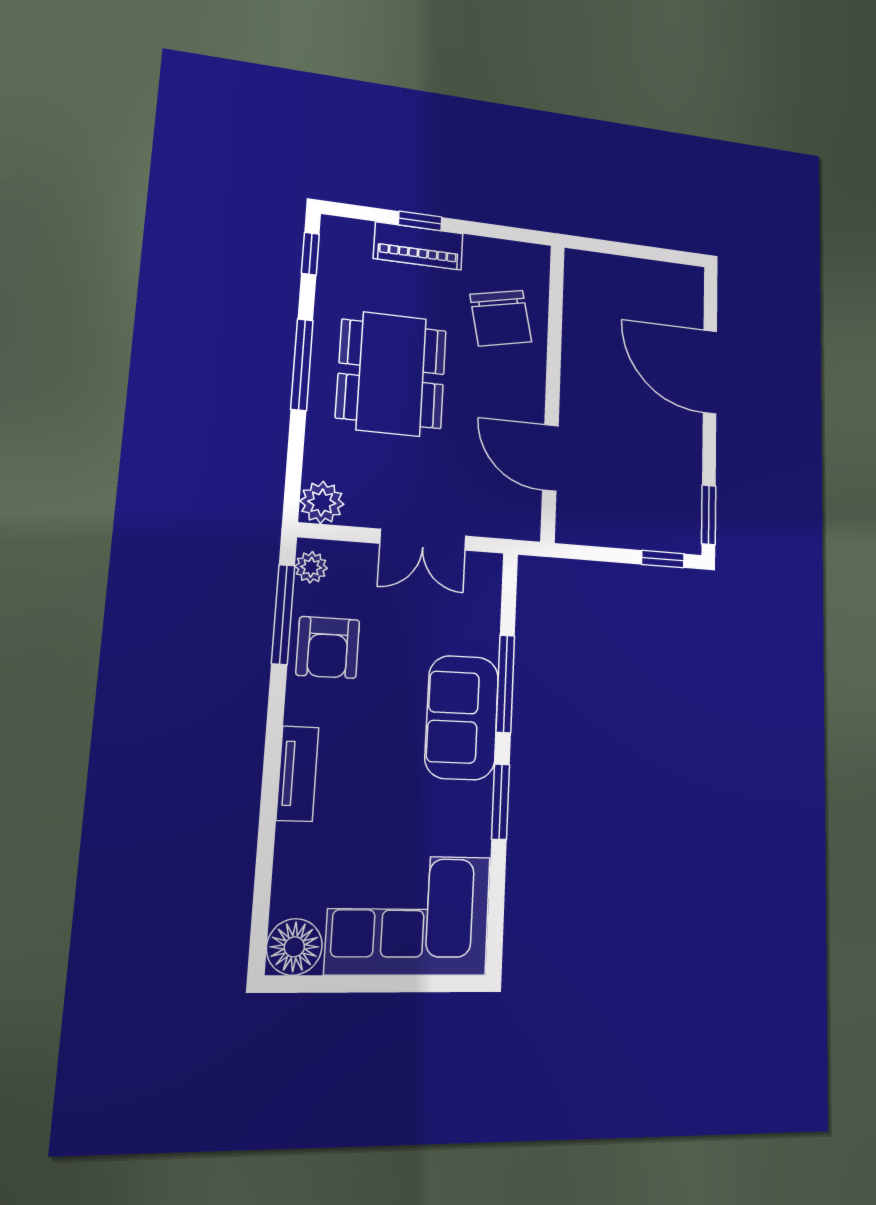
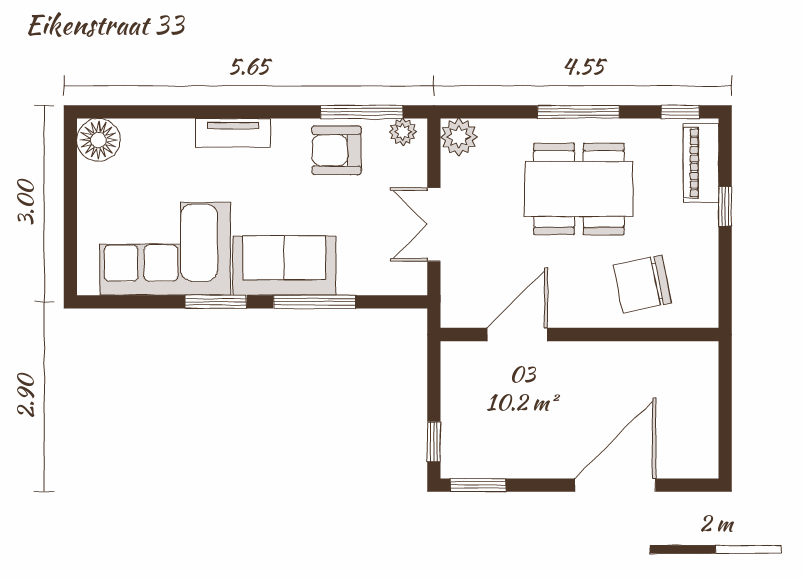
piano: (418, 246) -> (701, 163), moved
corner sofa: (408, 915) -> (165, 249), moved, turned -90

